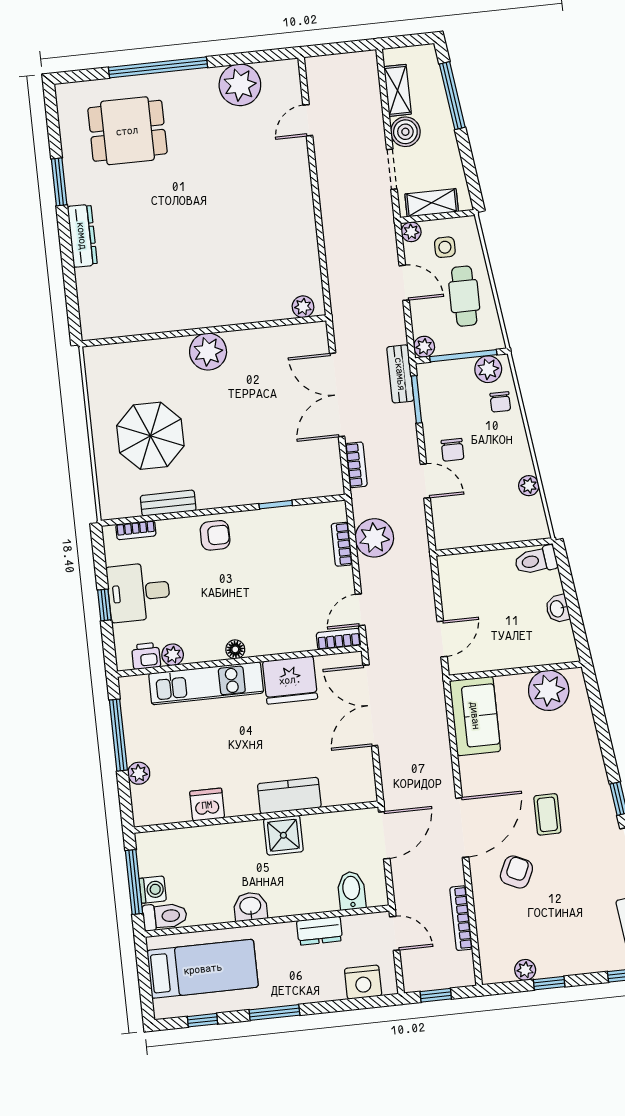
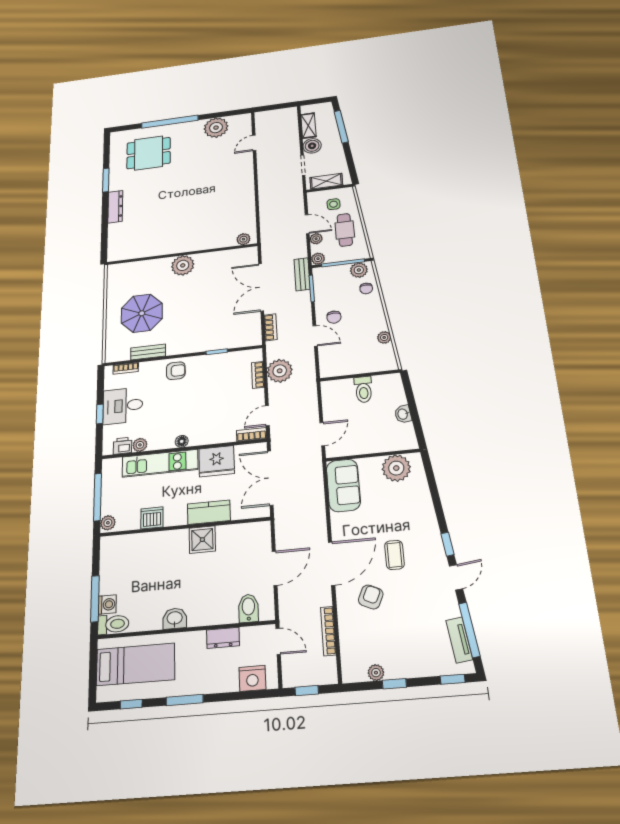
plant: (411, 232) -> (316, 239), moved
toilet: (536, 560) -> (363, 389), moved, turned -83
kitchen counter: (289, 796) -> (209, 512), moved
dishwasher: (207, 805) -> (152, 518), moved
wall: (256, 817) -> (184, 527), moved
shower: (283, 835) -> (202, 540), moved

